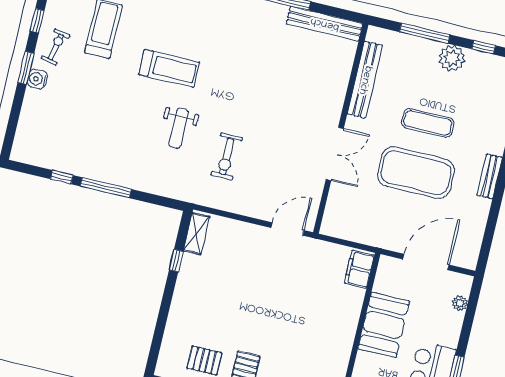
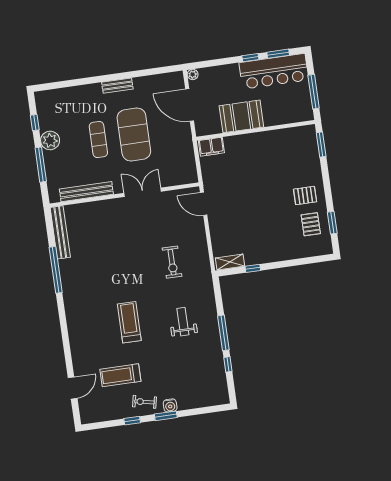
weight bench: (179, 128) -> (183, 322), moved, turned -90
exercise bike: (227, 156) -> (172, 262), turned 90
plant: (460, 303) -> (193, 74), moved

